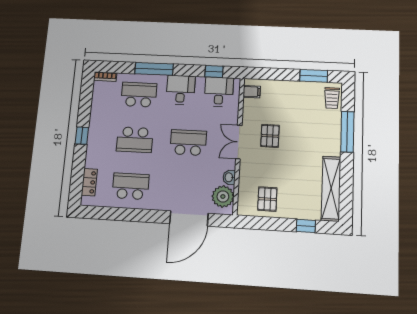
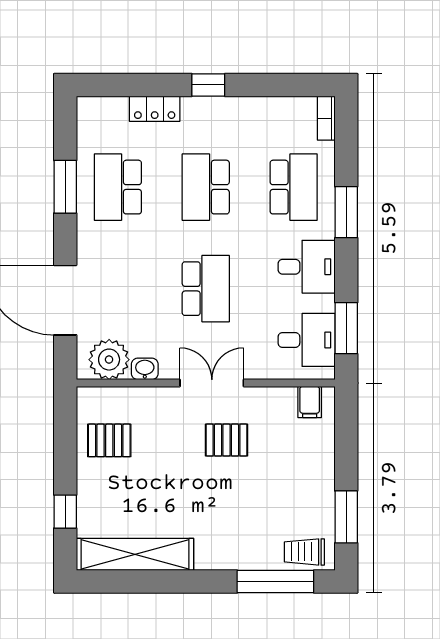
window: (154, 69) -> (346, 212), width x0.69
window: (214, 71) -> (346, 328), width x1.50
window: (347, 132) -> (275, 582), moved
locker: (89, 182) -> (155, 109), moved
school desk: (131, 186) -> (118, 187), turned 180
window: (128, 215) -> (65, 187), added

